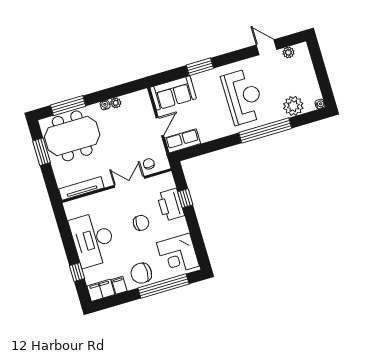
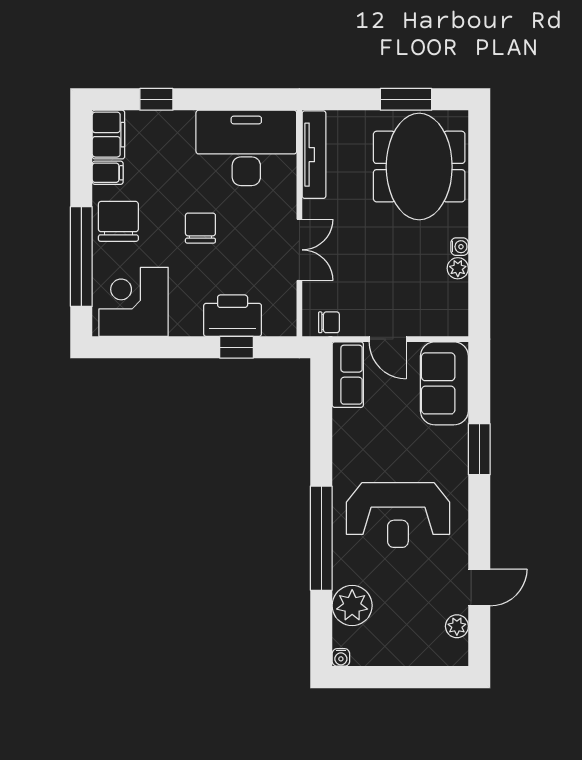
window: (68, 106) -> (479, 176), removed
chair: (149, 164) -> (329, 322), moved
chair: (141, 223) -> (200, 228), moved, turned 180
desk: (93, 239) -> (246, 148), moved

